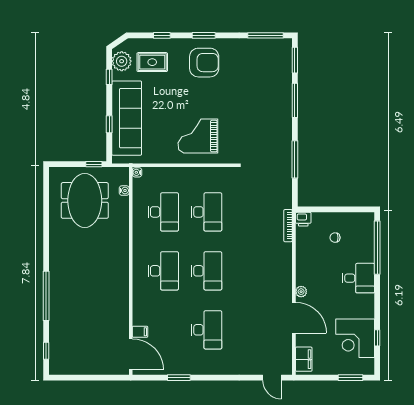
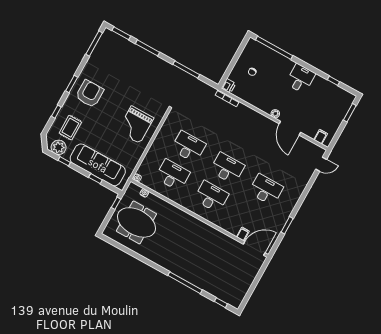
desk: (358, 278) -> (301, 79), moved
door: (294, 318) -> (290, 128), swing flipped
corner desk: (355, 338) -> (326, 95), removed
filing cabinet: (304, 359) -> (321, 137), width x0.50

